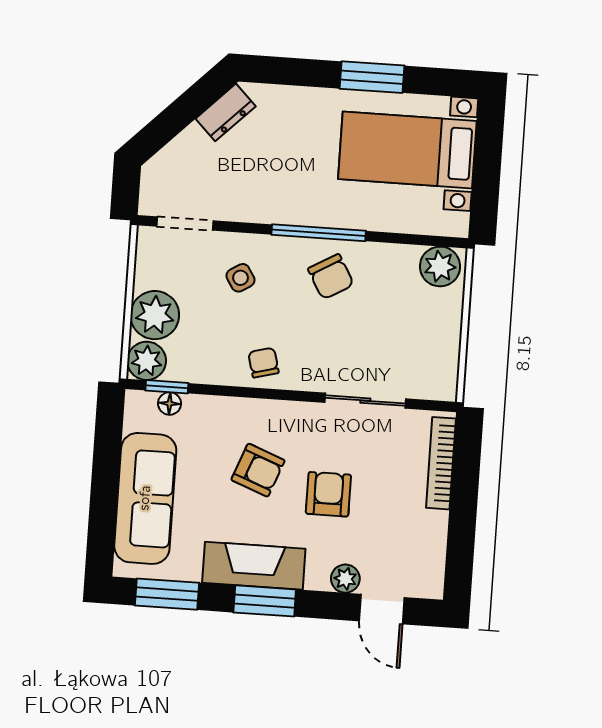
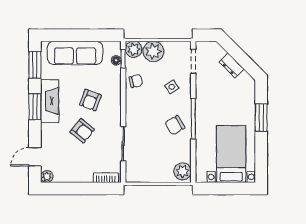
window: (372, 77) -> (261, 118), moved
dresser: (226, 112) -> (232, 65), moved
chair: (263, 363) -> (136, 81), moved
bookcase: (441, 463) -> (106, 178), width x0.64
armchair: (328, 494) -> (82, 131), turned 39
plant: (345, 579) -> (47, 177), moved

